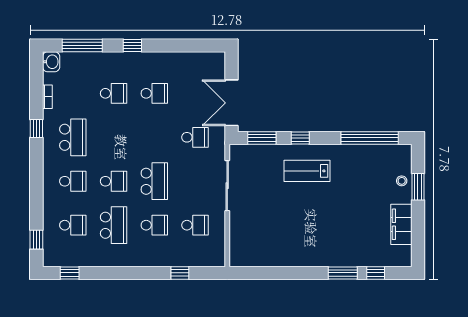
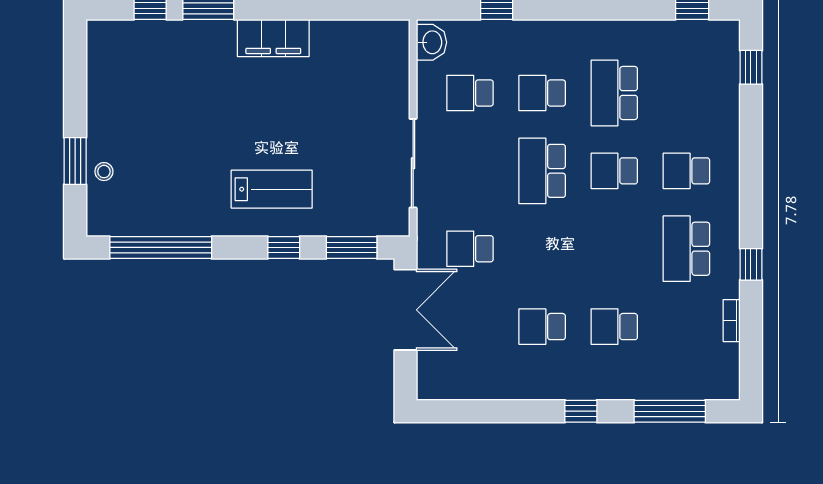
washbasin: (51, 62) -> (431, 42), moved, turned 180
filing cabinet: (401, 224) -> (273, 38), moved, turned 90
school desk: (73, 225) -> (686, 93), removed

